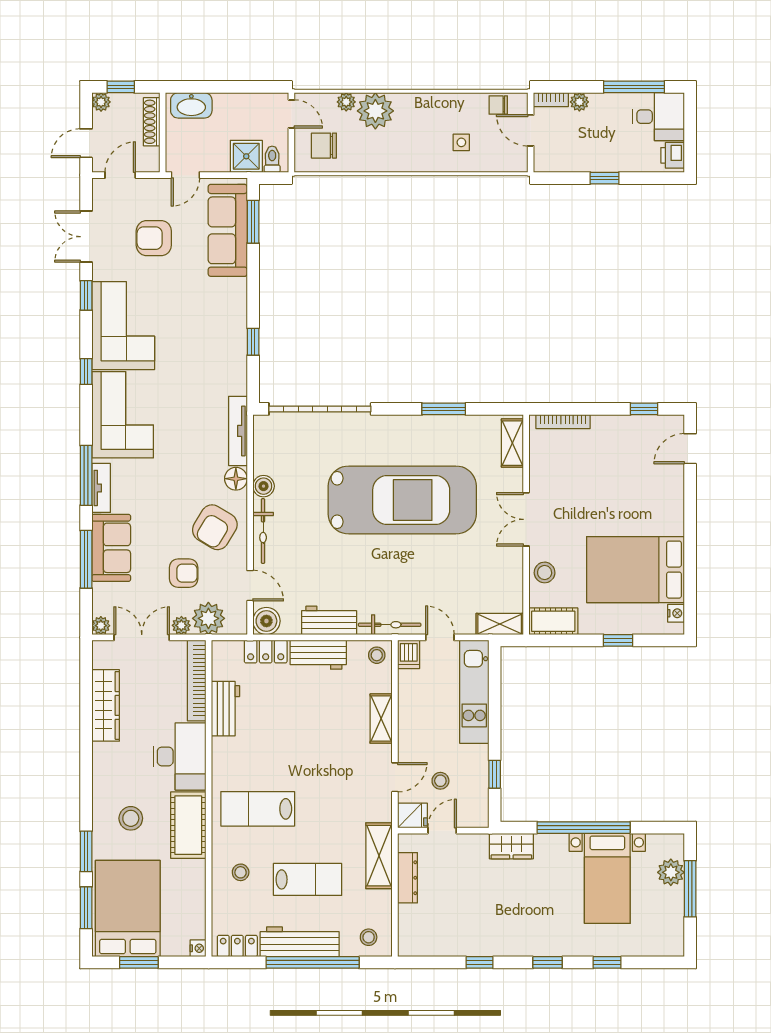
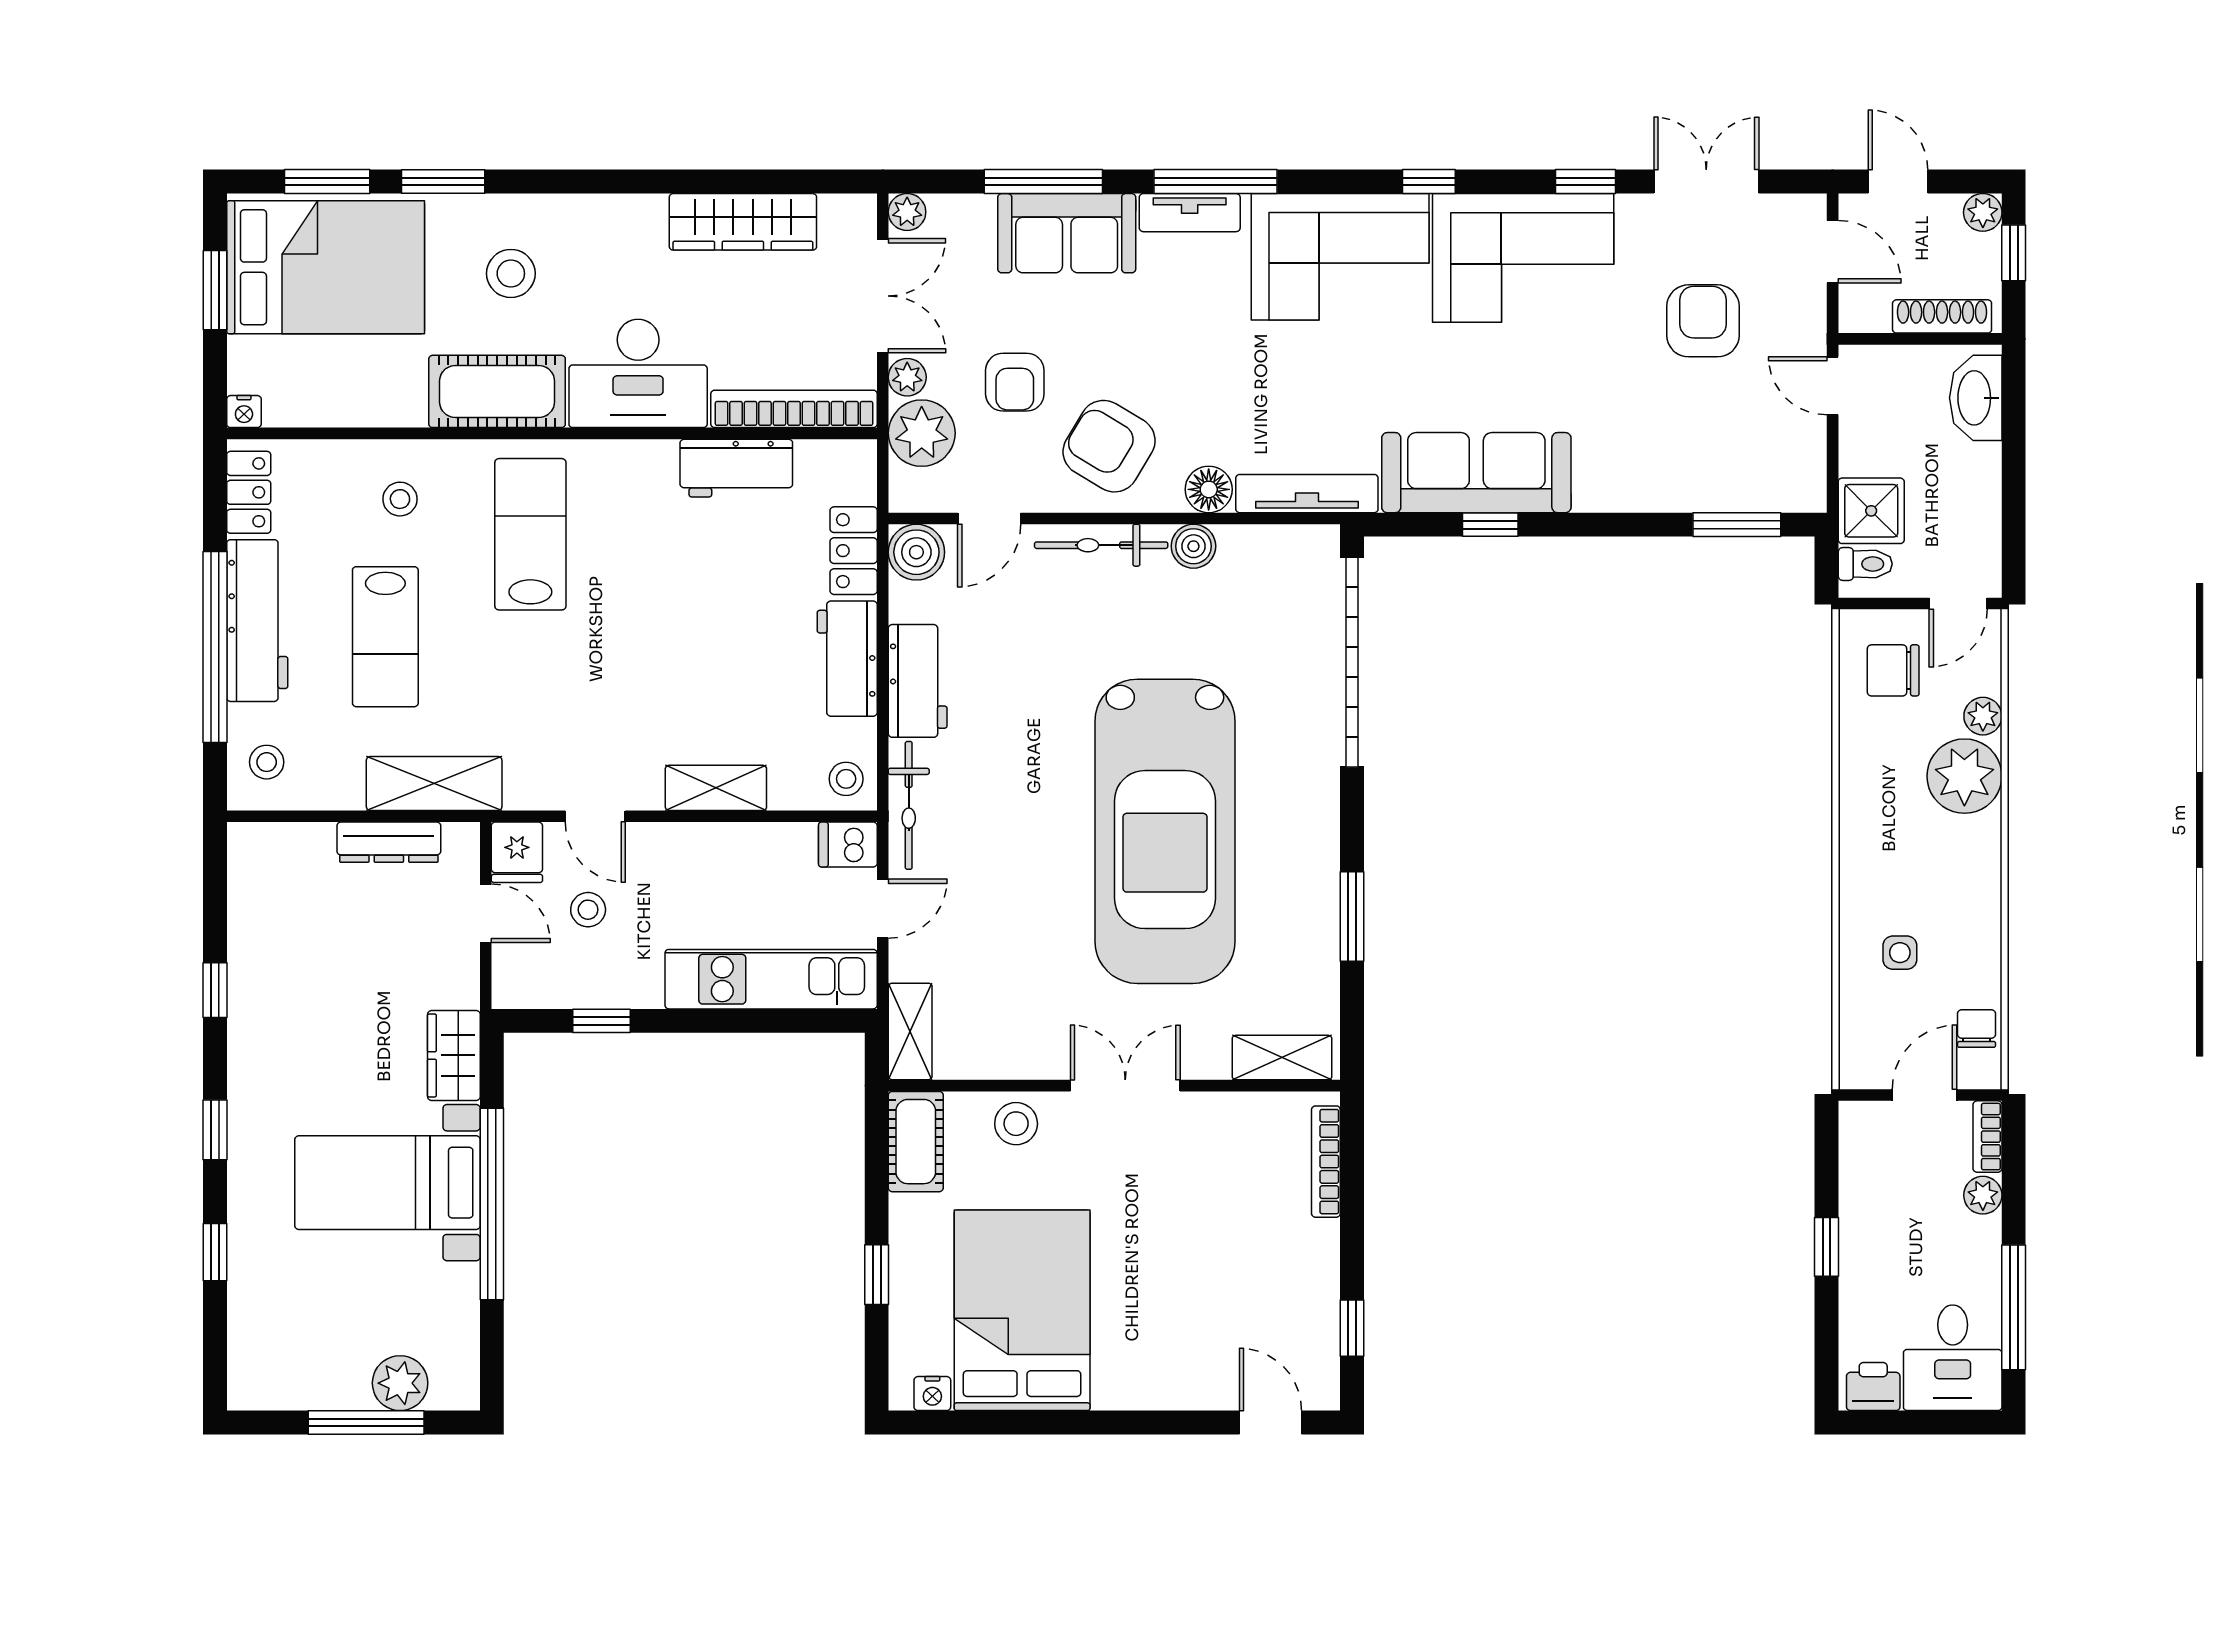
chair: (324, 146) -> (1893, 670), turned -90
sofa: (228, 230) -> (1476, 473), moved
bed with nightstands: (607, 878) -> (388, 1183), moved

